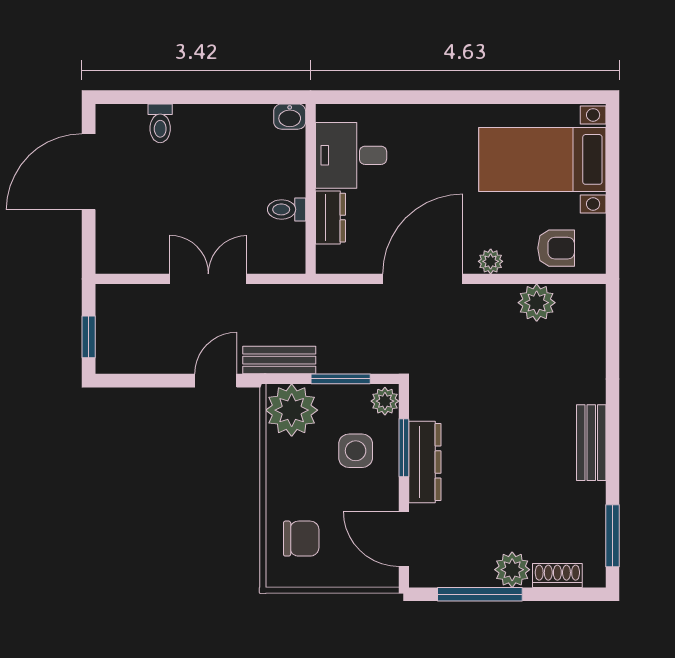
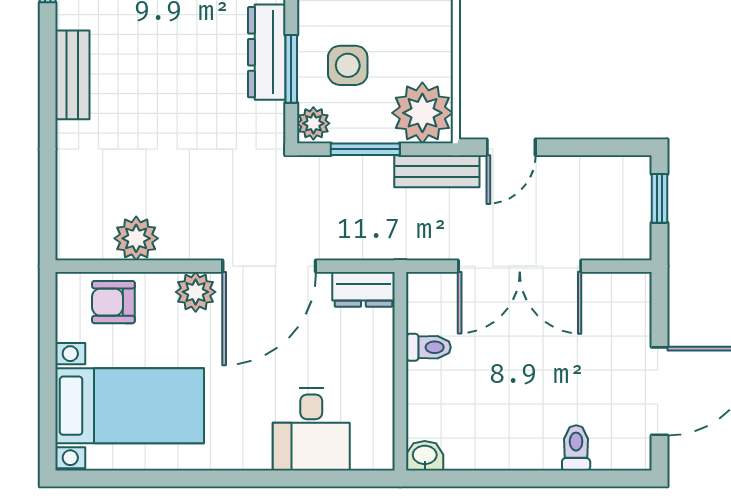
desk: (351, 155) -> (311, 429), moved, turned 90
dresser: (330, 218) -> (363, 289), moved, turned -90
plant: (491, 261) -> (196, 292), width x1.38, depth x1.38
double door: (208, 279) -> (520, 266), width x1.37

